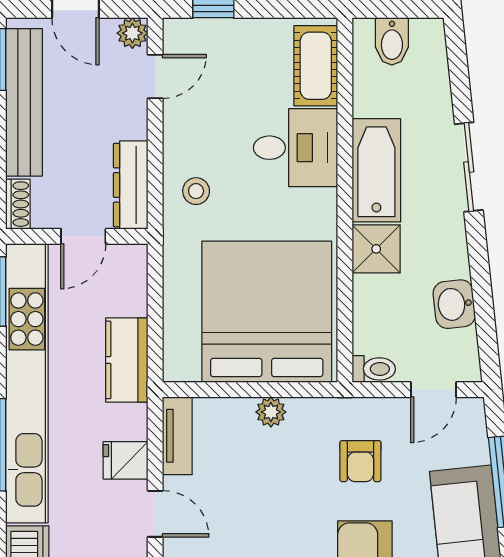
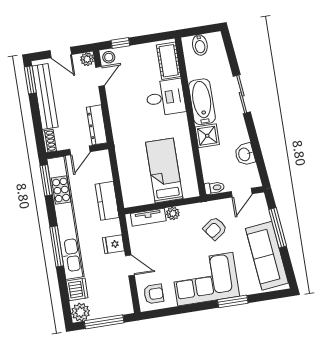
stool: (196, 191) -> (109, 57), moved
bed: (267, 312) -> (164, 170), width x0.49
tv unit: (177, 436) -> (148, 217), moved, turned 90
armchair: (360, 461) -> (215, 229), turned 54

